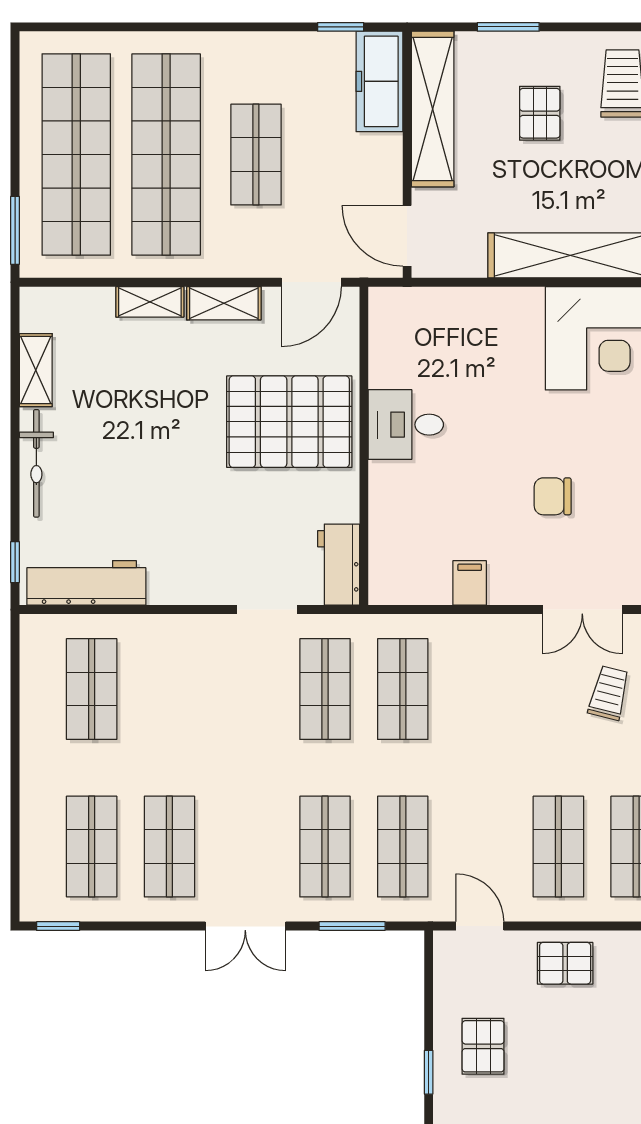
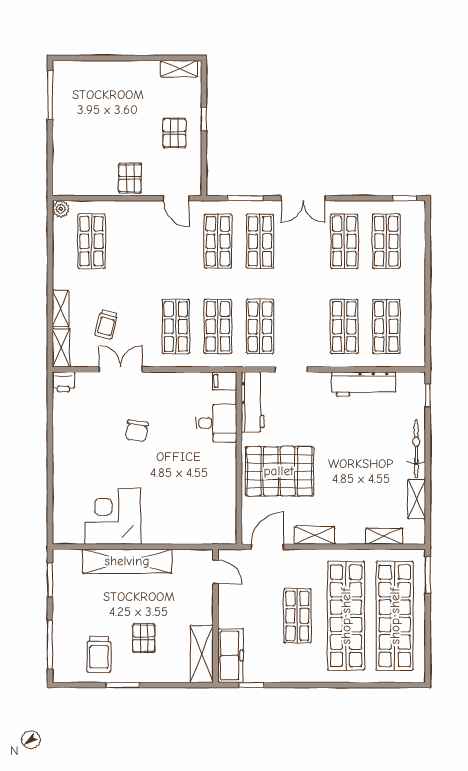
window: (508, 27) -> (123, 685), moved
shelving: (433, 109) -> (202, 654), width x0.68
door: (407, 236) -> (216, 572), width x0.73
shelving: (150, 302) -> (384, 536), moved
desk: (406, 425) -> (216, 423), moved
chair: (553, 496) -> (137, 431), turned 98
workbench: (339, 565) -> (253, 402), width x1.38
workbench: (86, 583) -> (364, 384), moved
filing cabinet: (470, 583) -> (225, 381), moved, turned 90
shop shelf: (169, 689) -> (344, 326), added
shop shelf: (558, 847) -> (176, 326), moved
double door: (245, 926) -> (303, 198), swing flipped
pallet: (565, 963) -> (130, 178), turned 90

